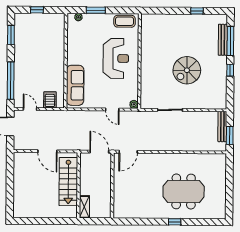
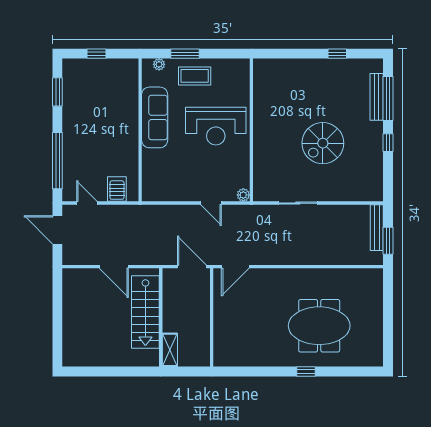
coffee table: (125, 21) -> (195, 76), moved
reception desk: (116, 58) -> (216, 126), turned 90
sofa: (75, 85) -> (155, 117), moved

